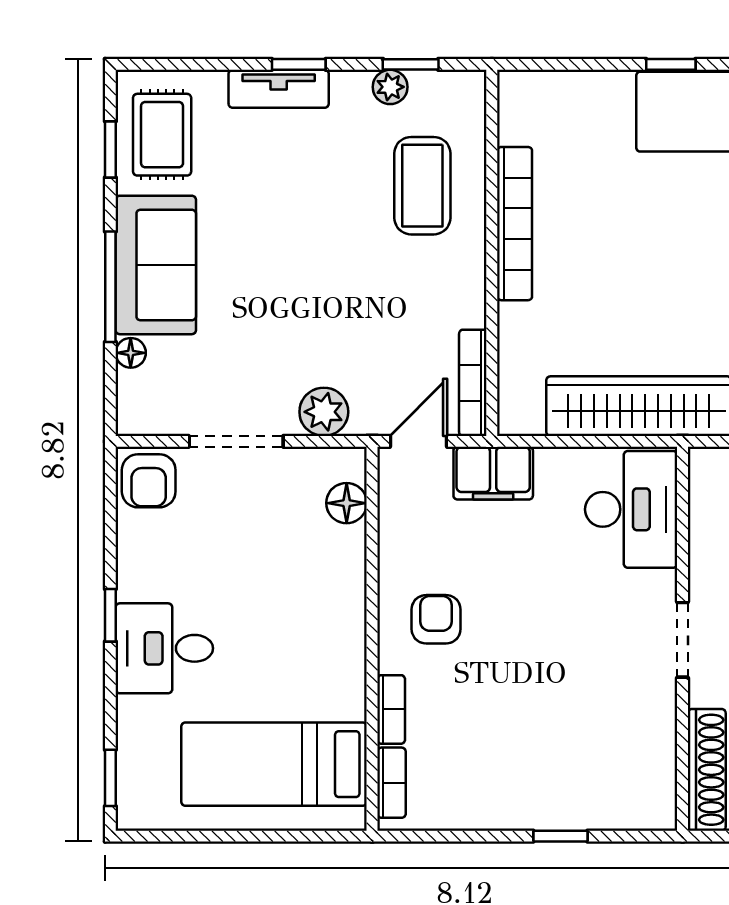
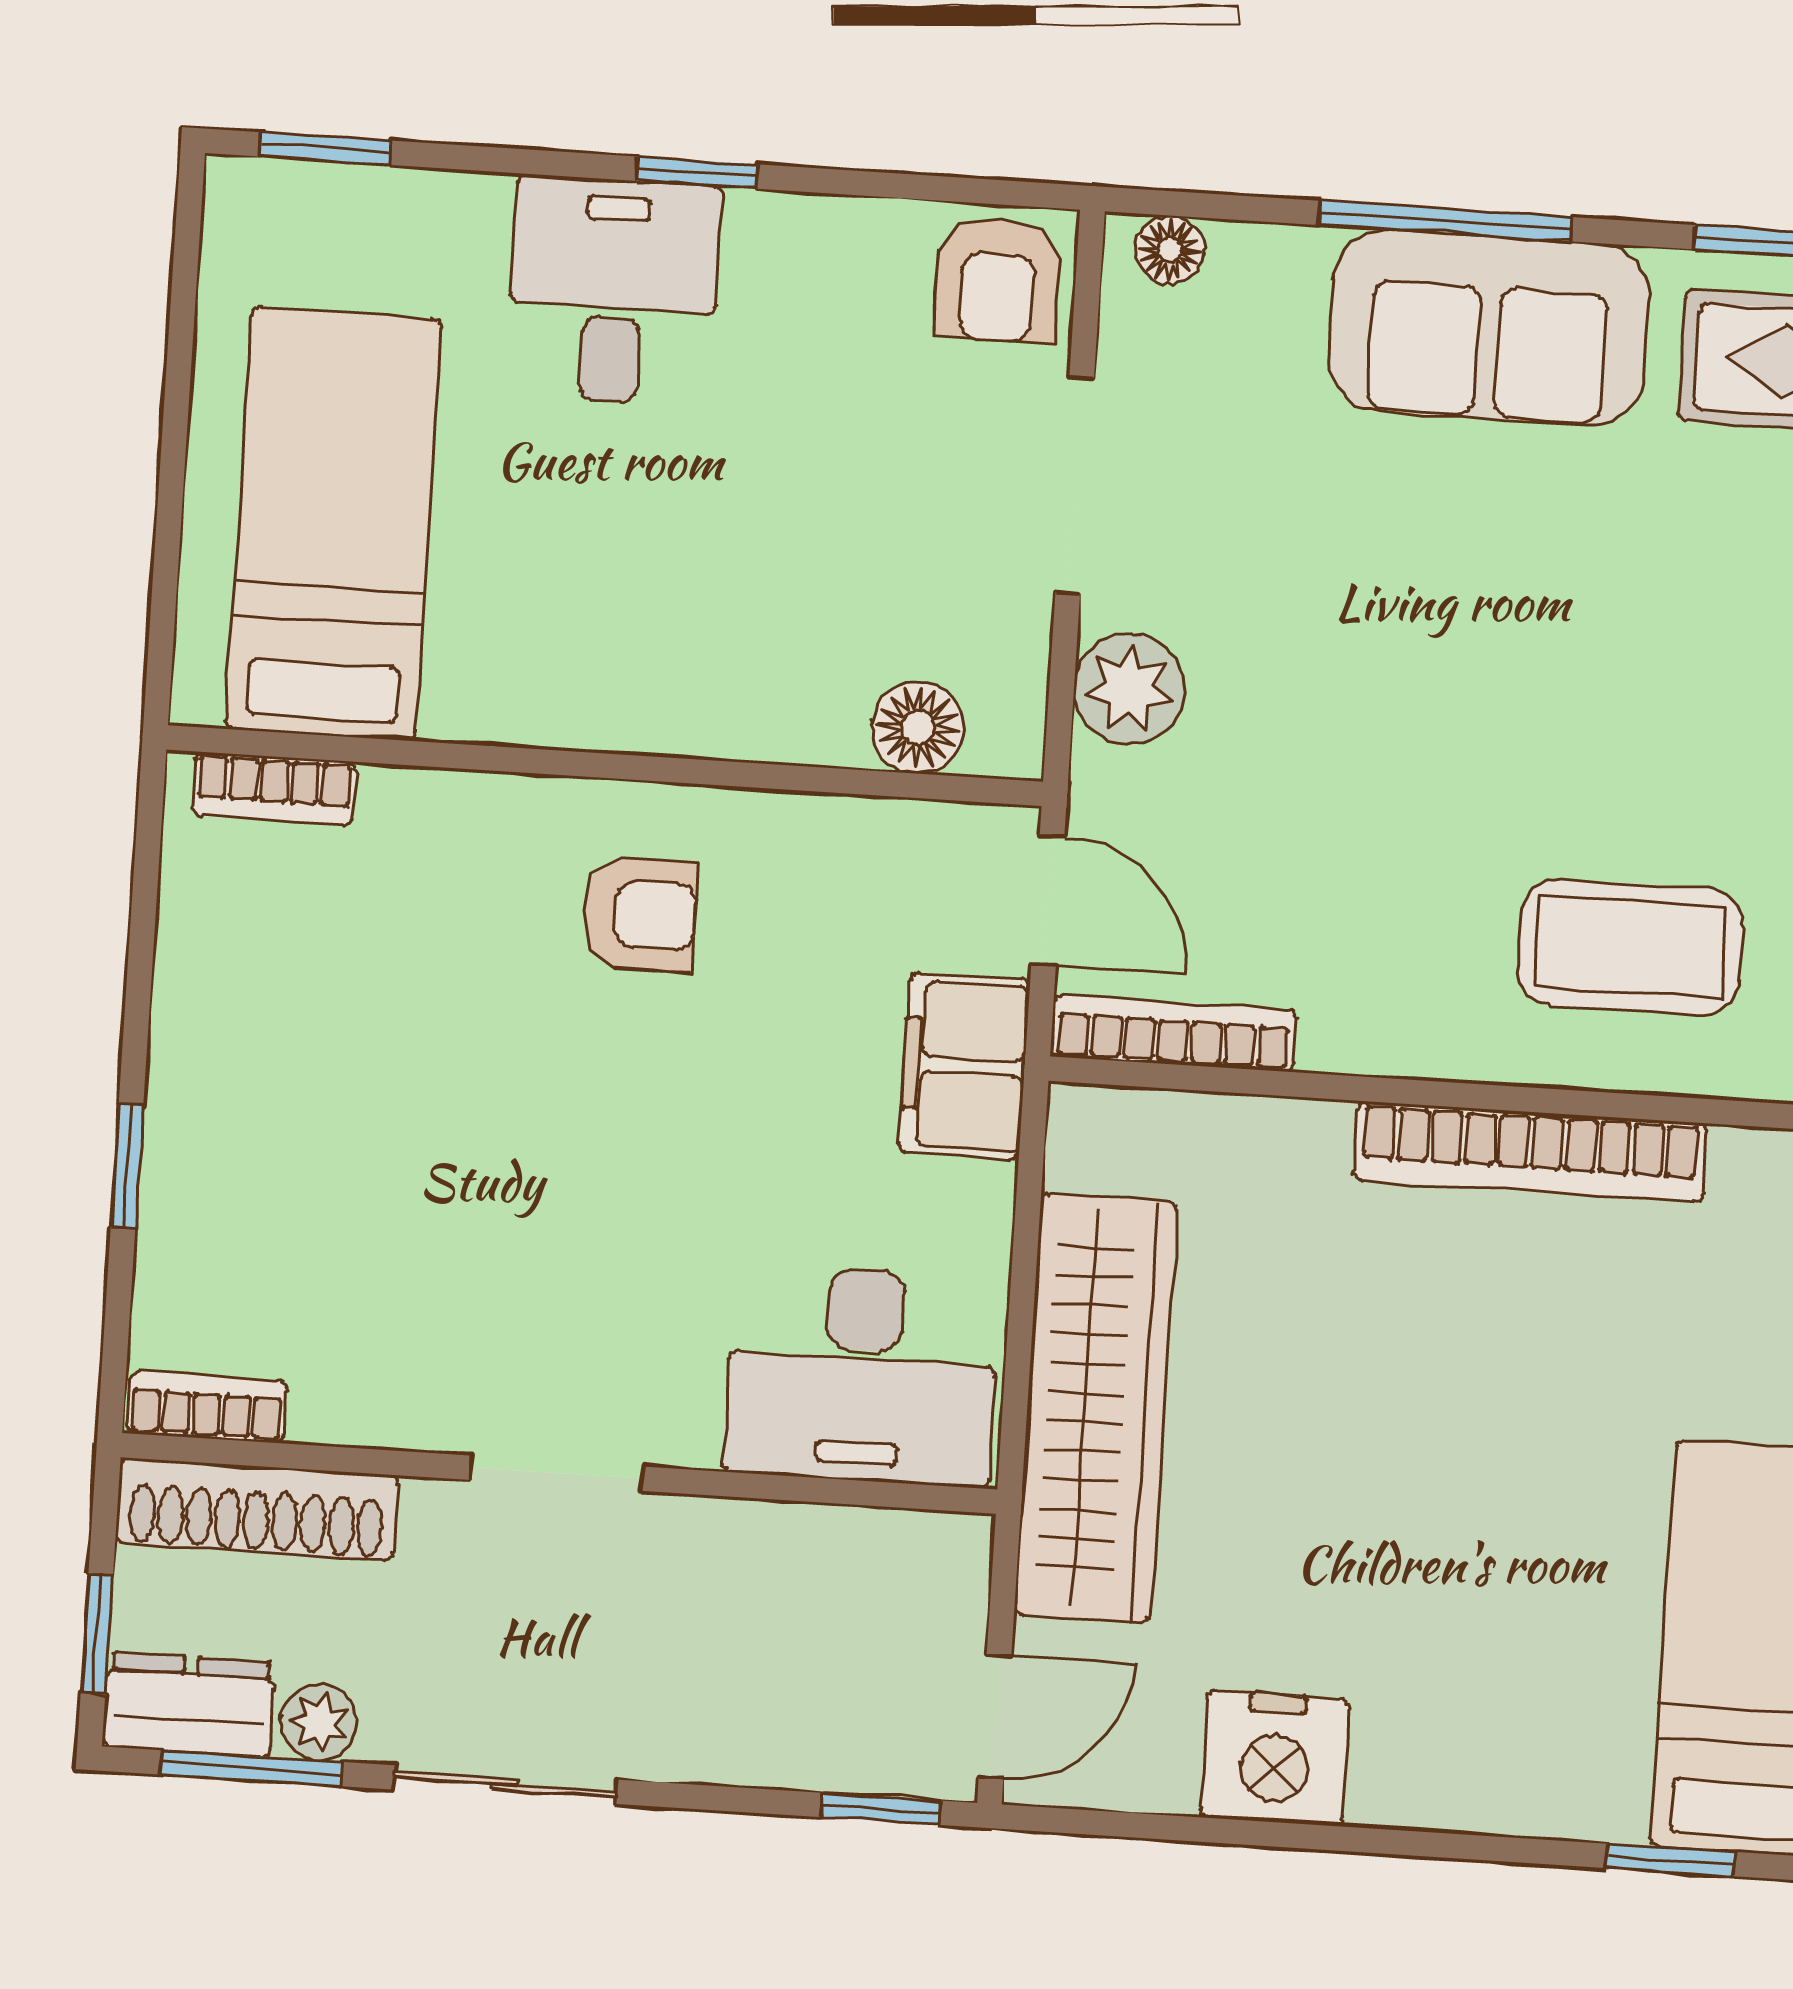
floor lamp: (131, 353) -> (1170, 250), moved
armchair: (149, 481) -> (998, 280), turned -90
bookcase: (391, 709) -> (207, 1407), moved, turned 180

